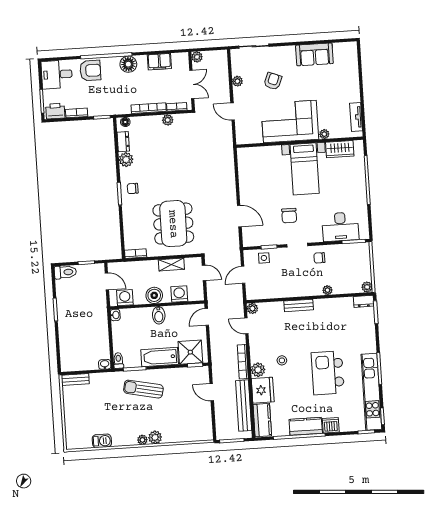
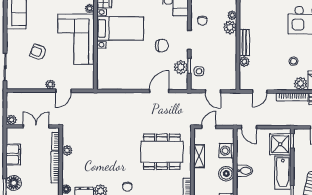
plant: (237, 81) -> (50, 84), moved
plant: (267, 238) -> (181, 67), added
plant: (314, 289) -> (230, 27), added
plant: (252, 308) -> (244, 62), moved

